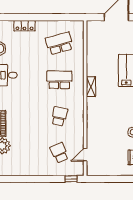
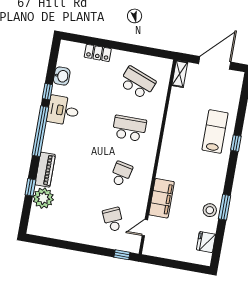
school desk: (59, 43) -> (137, 83), turned 36
shelving: (91, 87) -> (180, 74), moved
filing cabinet: (94, 130) -> (162, 198), added

